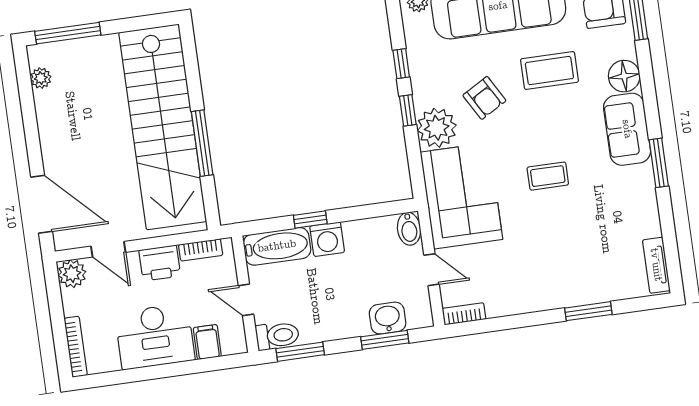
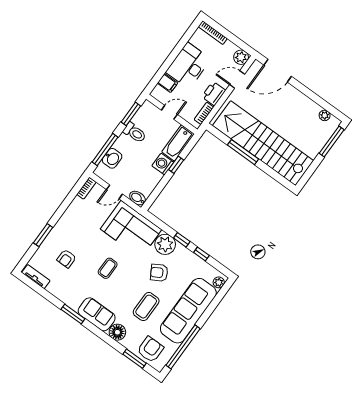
armchair: (590, 247) -> (67, 259), added
toilet: (277, 336) -> (135, 133), moved, turned -90
window: (385, 340) -> (105, 150), width x1.44

